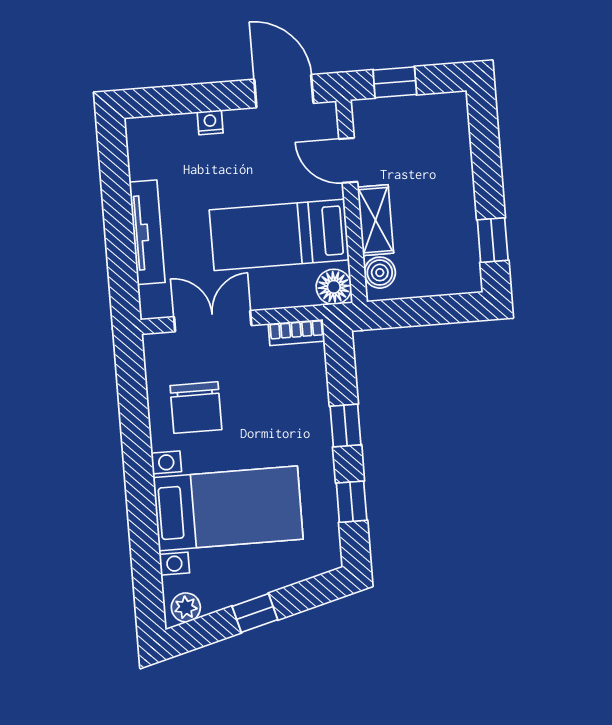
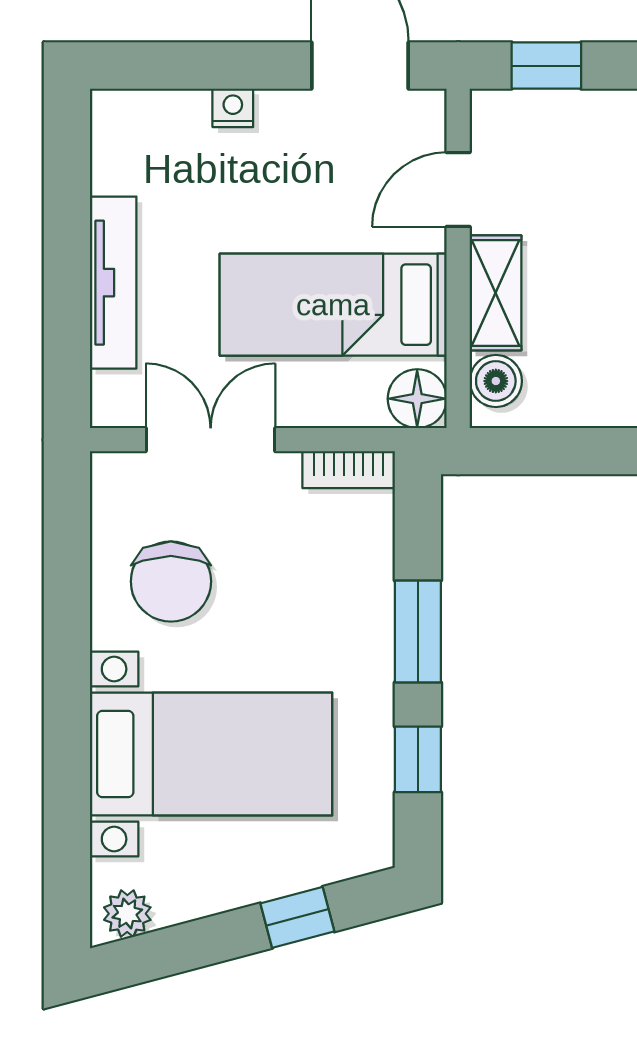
door: (348, 160) -> (458, 190), hinge flipped
window: (345, 426) -> (418, 632), width x1.50
window: (255, 613) -> (297, 917), moved

